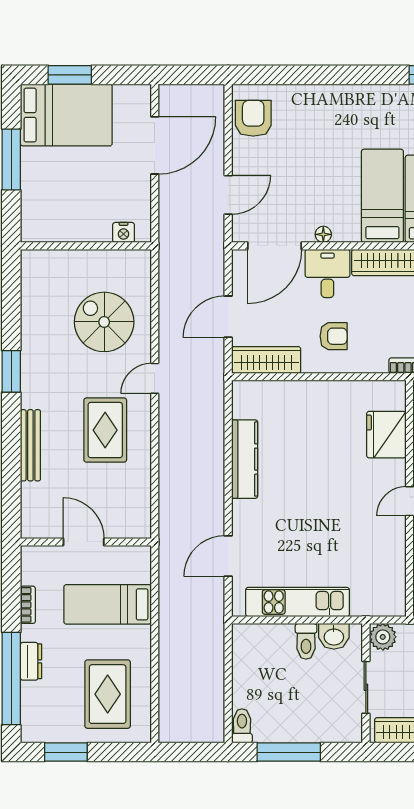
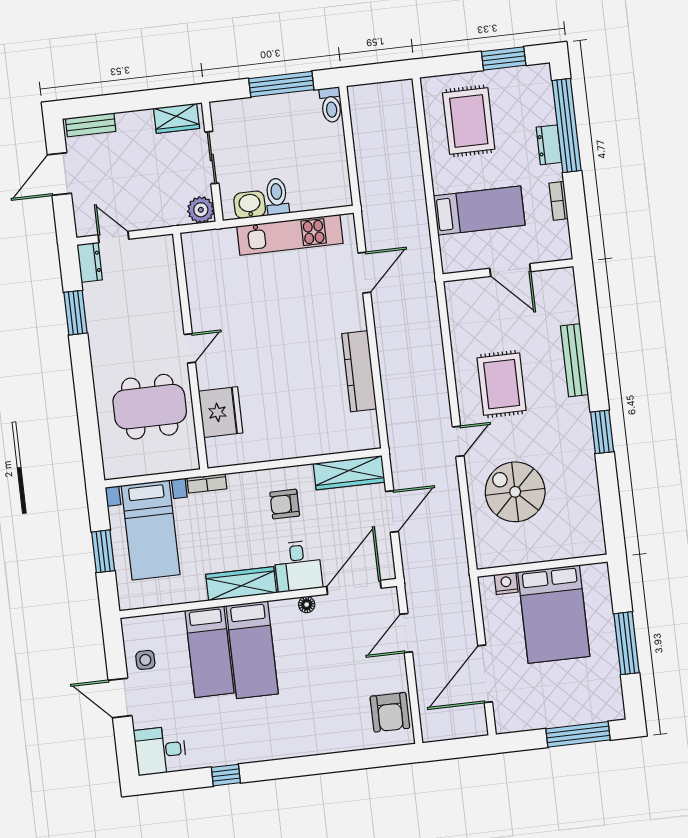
window: (70, 75) -> (578, 734), width x1.44
bed: (66, 115) -> (554, 614), moved, turned -90
spiral stairs: (104, 322) -> (515, 492), turned 180

